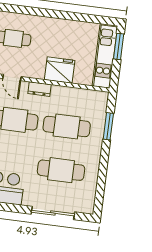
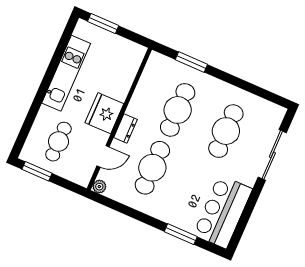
kitchen unit: (105, 56) -> (66, 73), moved, turned -90
fridge: (60, 70) -> (104, 113), moved

